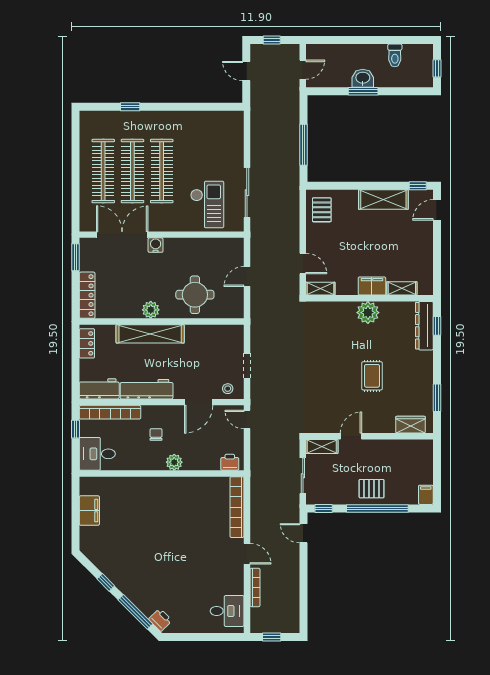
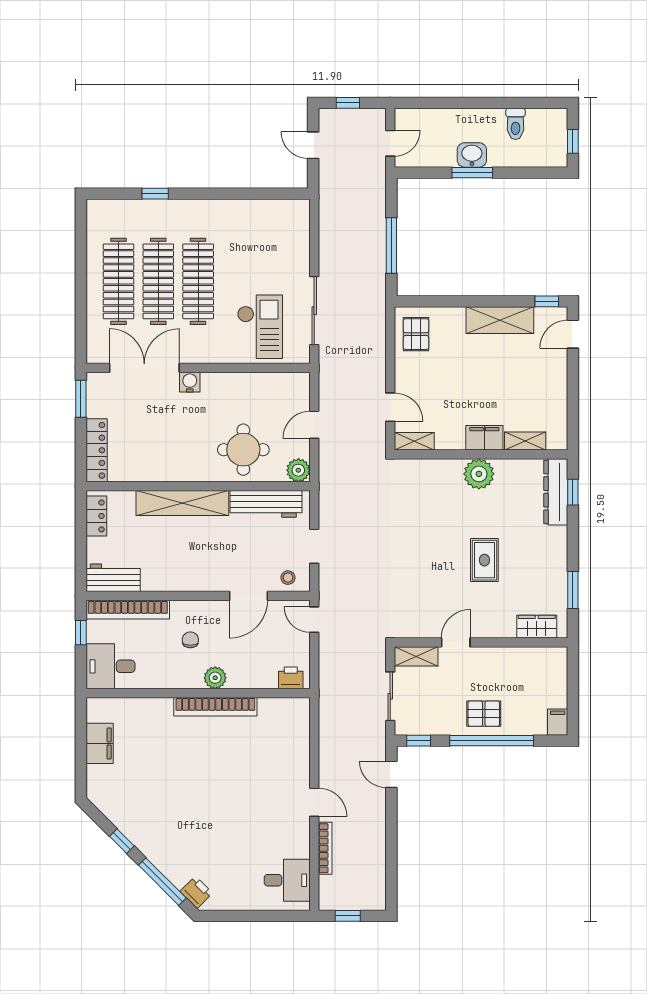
plant: (151, 310) -> (298, 470), moved
workbench: (147, 389) -> (266, 504), moved, turned 180
bookcase: (237, 507) -> (215, 707), moved, turned -90

